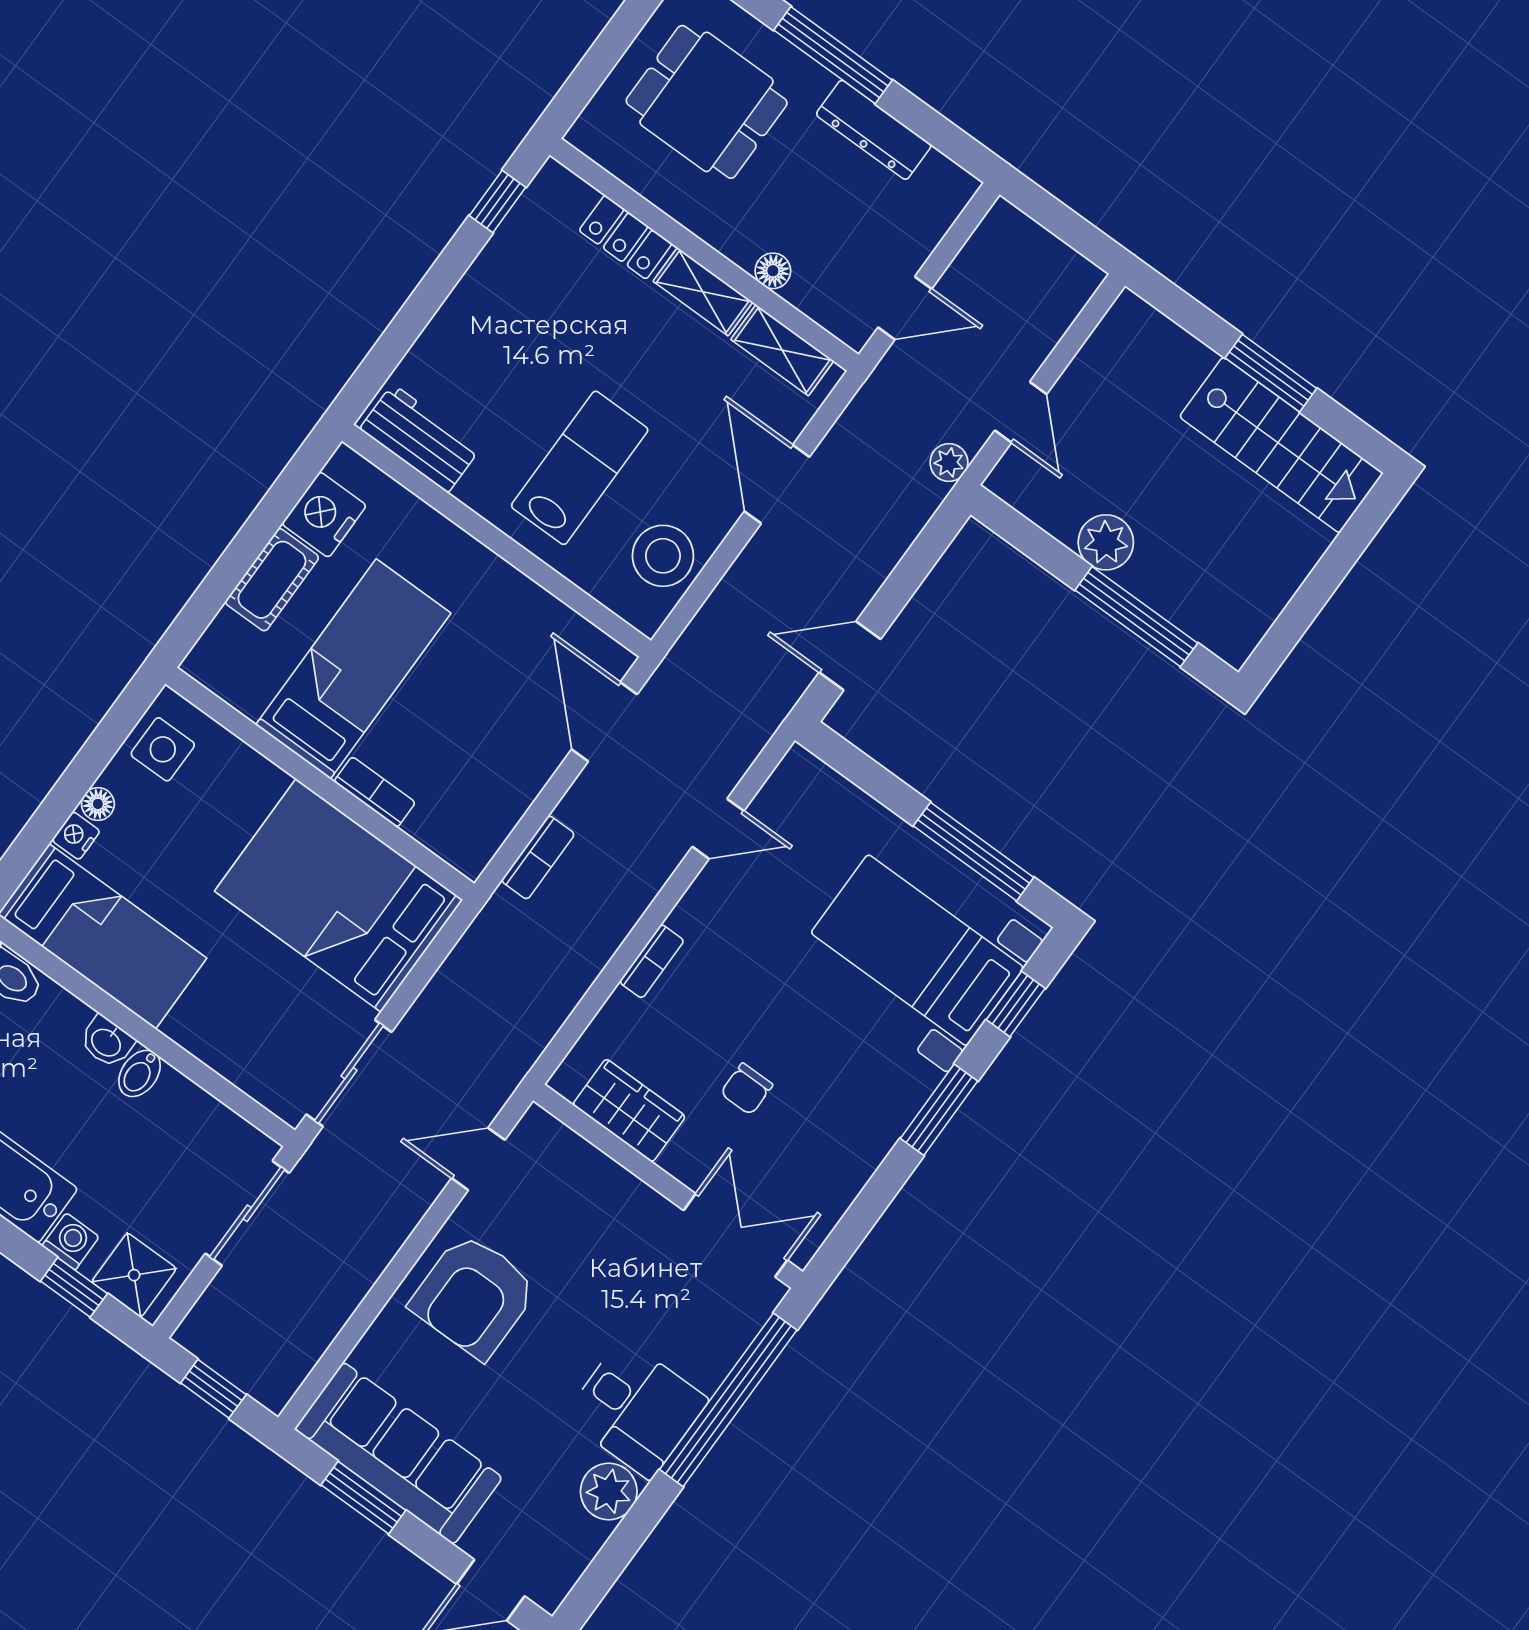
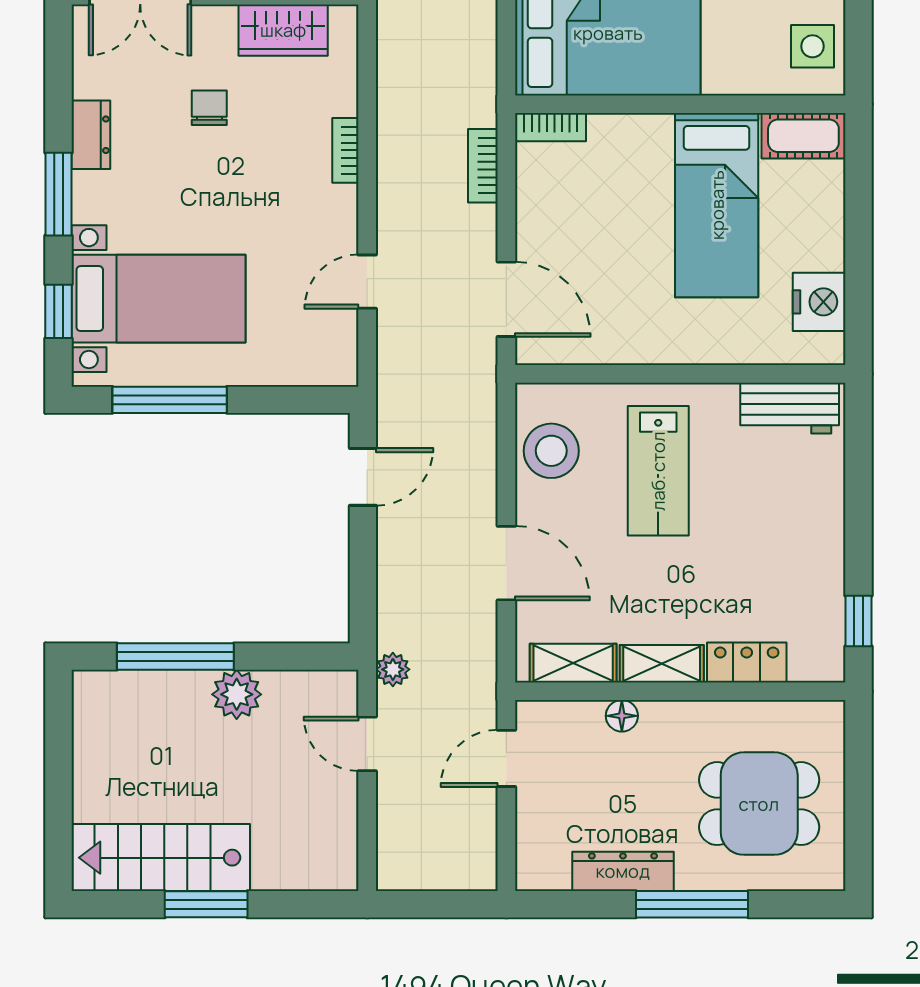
cot: (272, 580) -> (803, 136), moved, turned 90
bookcase: (375, 792) -> (550, 127), moved
dresser: (871, 1142) -> (91, 135), added

